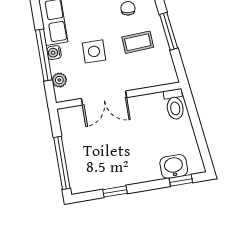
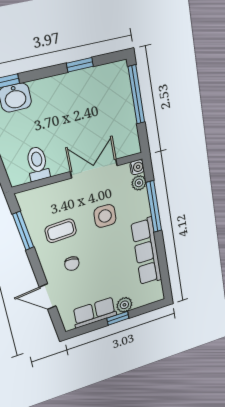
window: (169, 31) -> (23, 231), moved
water cooler: (54, 53) -> (137, 167), moved
toilet: (175, 104) -> (38, 164), moved

